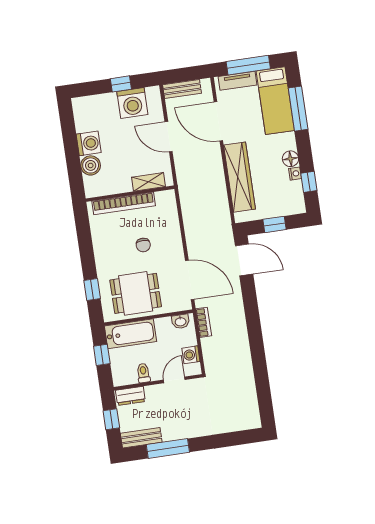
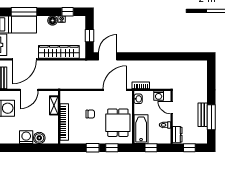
window: (87, 257) -> (93, 148), added
bench: (141, 438) -> (203, 115), moved

